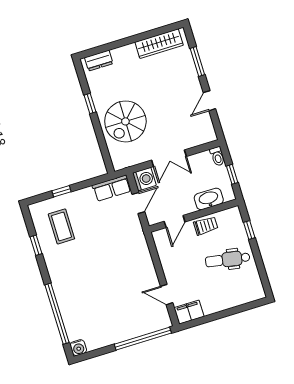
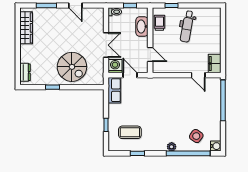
trolley: (206, 226) -> (159, 23), moved
plant: (59, 288) -> (172, 147), added
door: (167, 295) -> (198, 75), hinge flipped
side table: (84, 317) -> (196, 136), added

